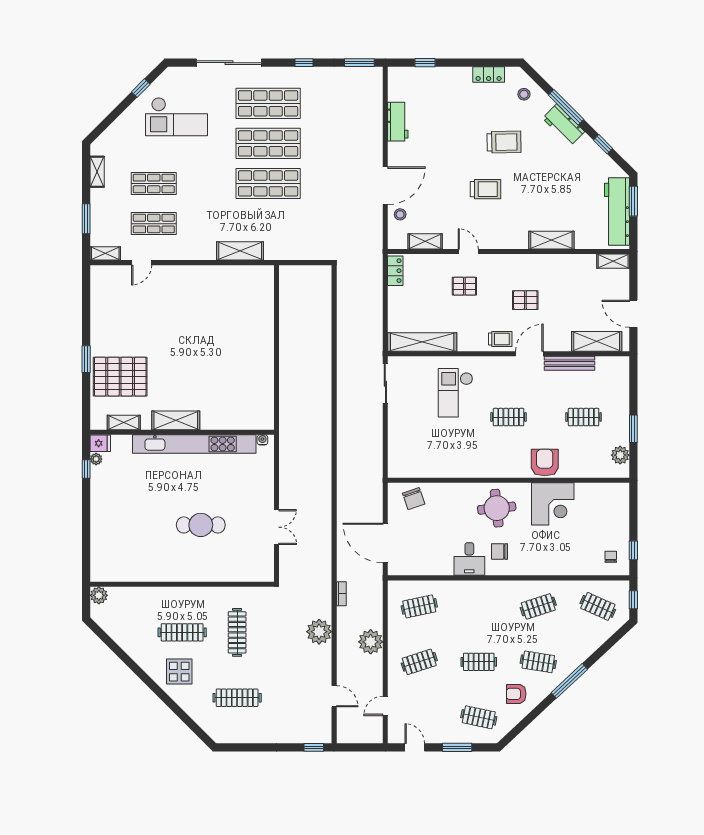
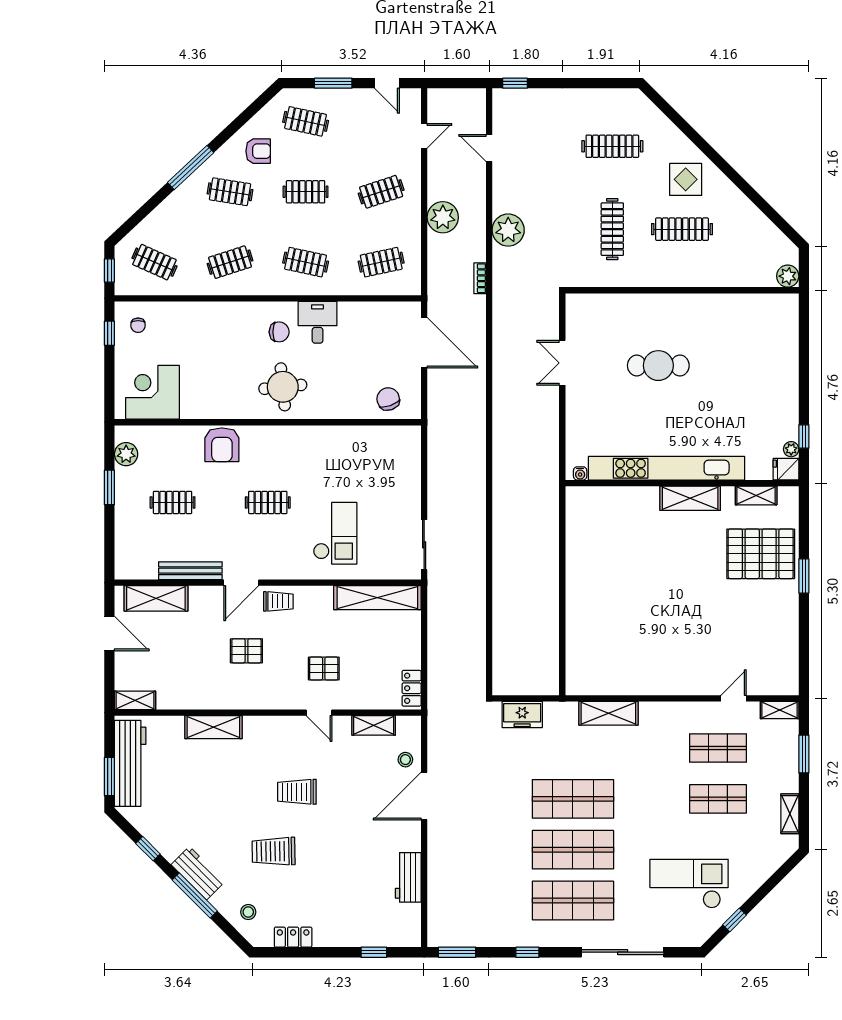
freezer: (308, 250) -> (522, 715), added
trolley: (500, 339) -> (278, 601), turned 180
corner desk: (553, 504) -> (152, 392), moved
clothes rail: (479, 606) -> (306, 262), added

